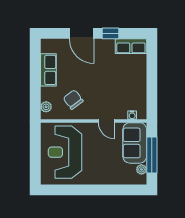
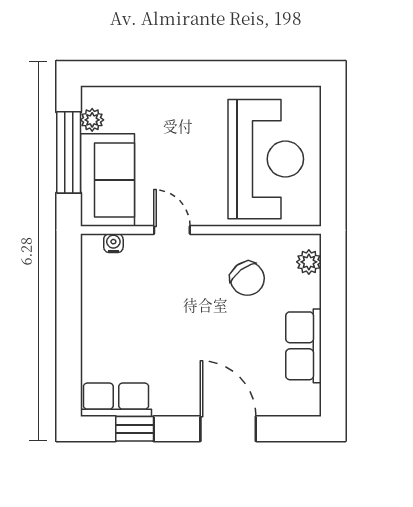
window: (110, 33) -> (135, 429), moved

